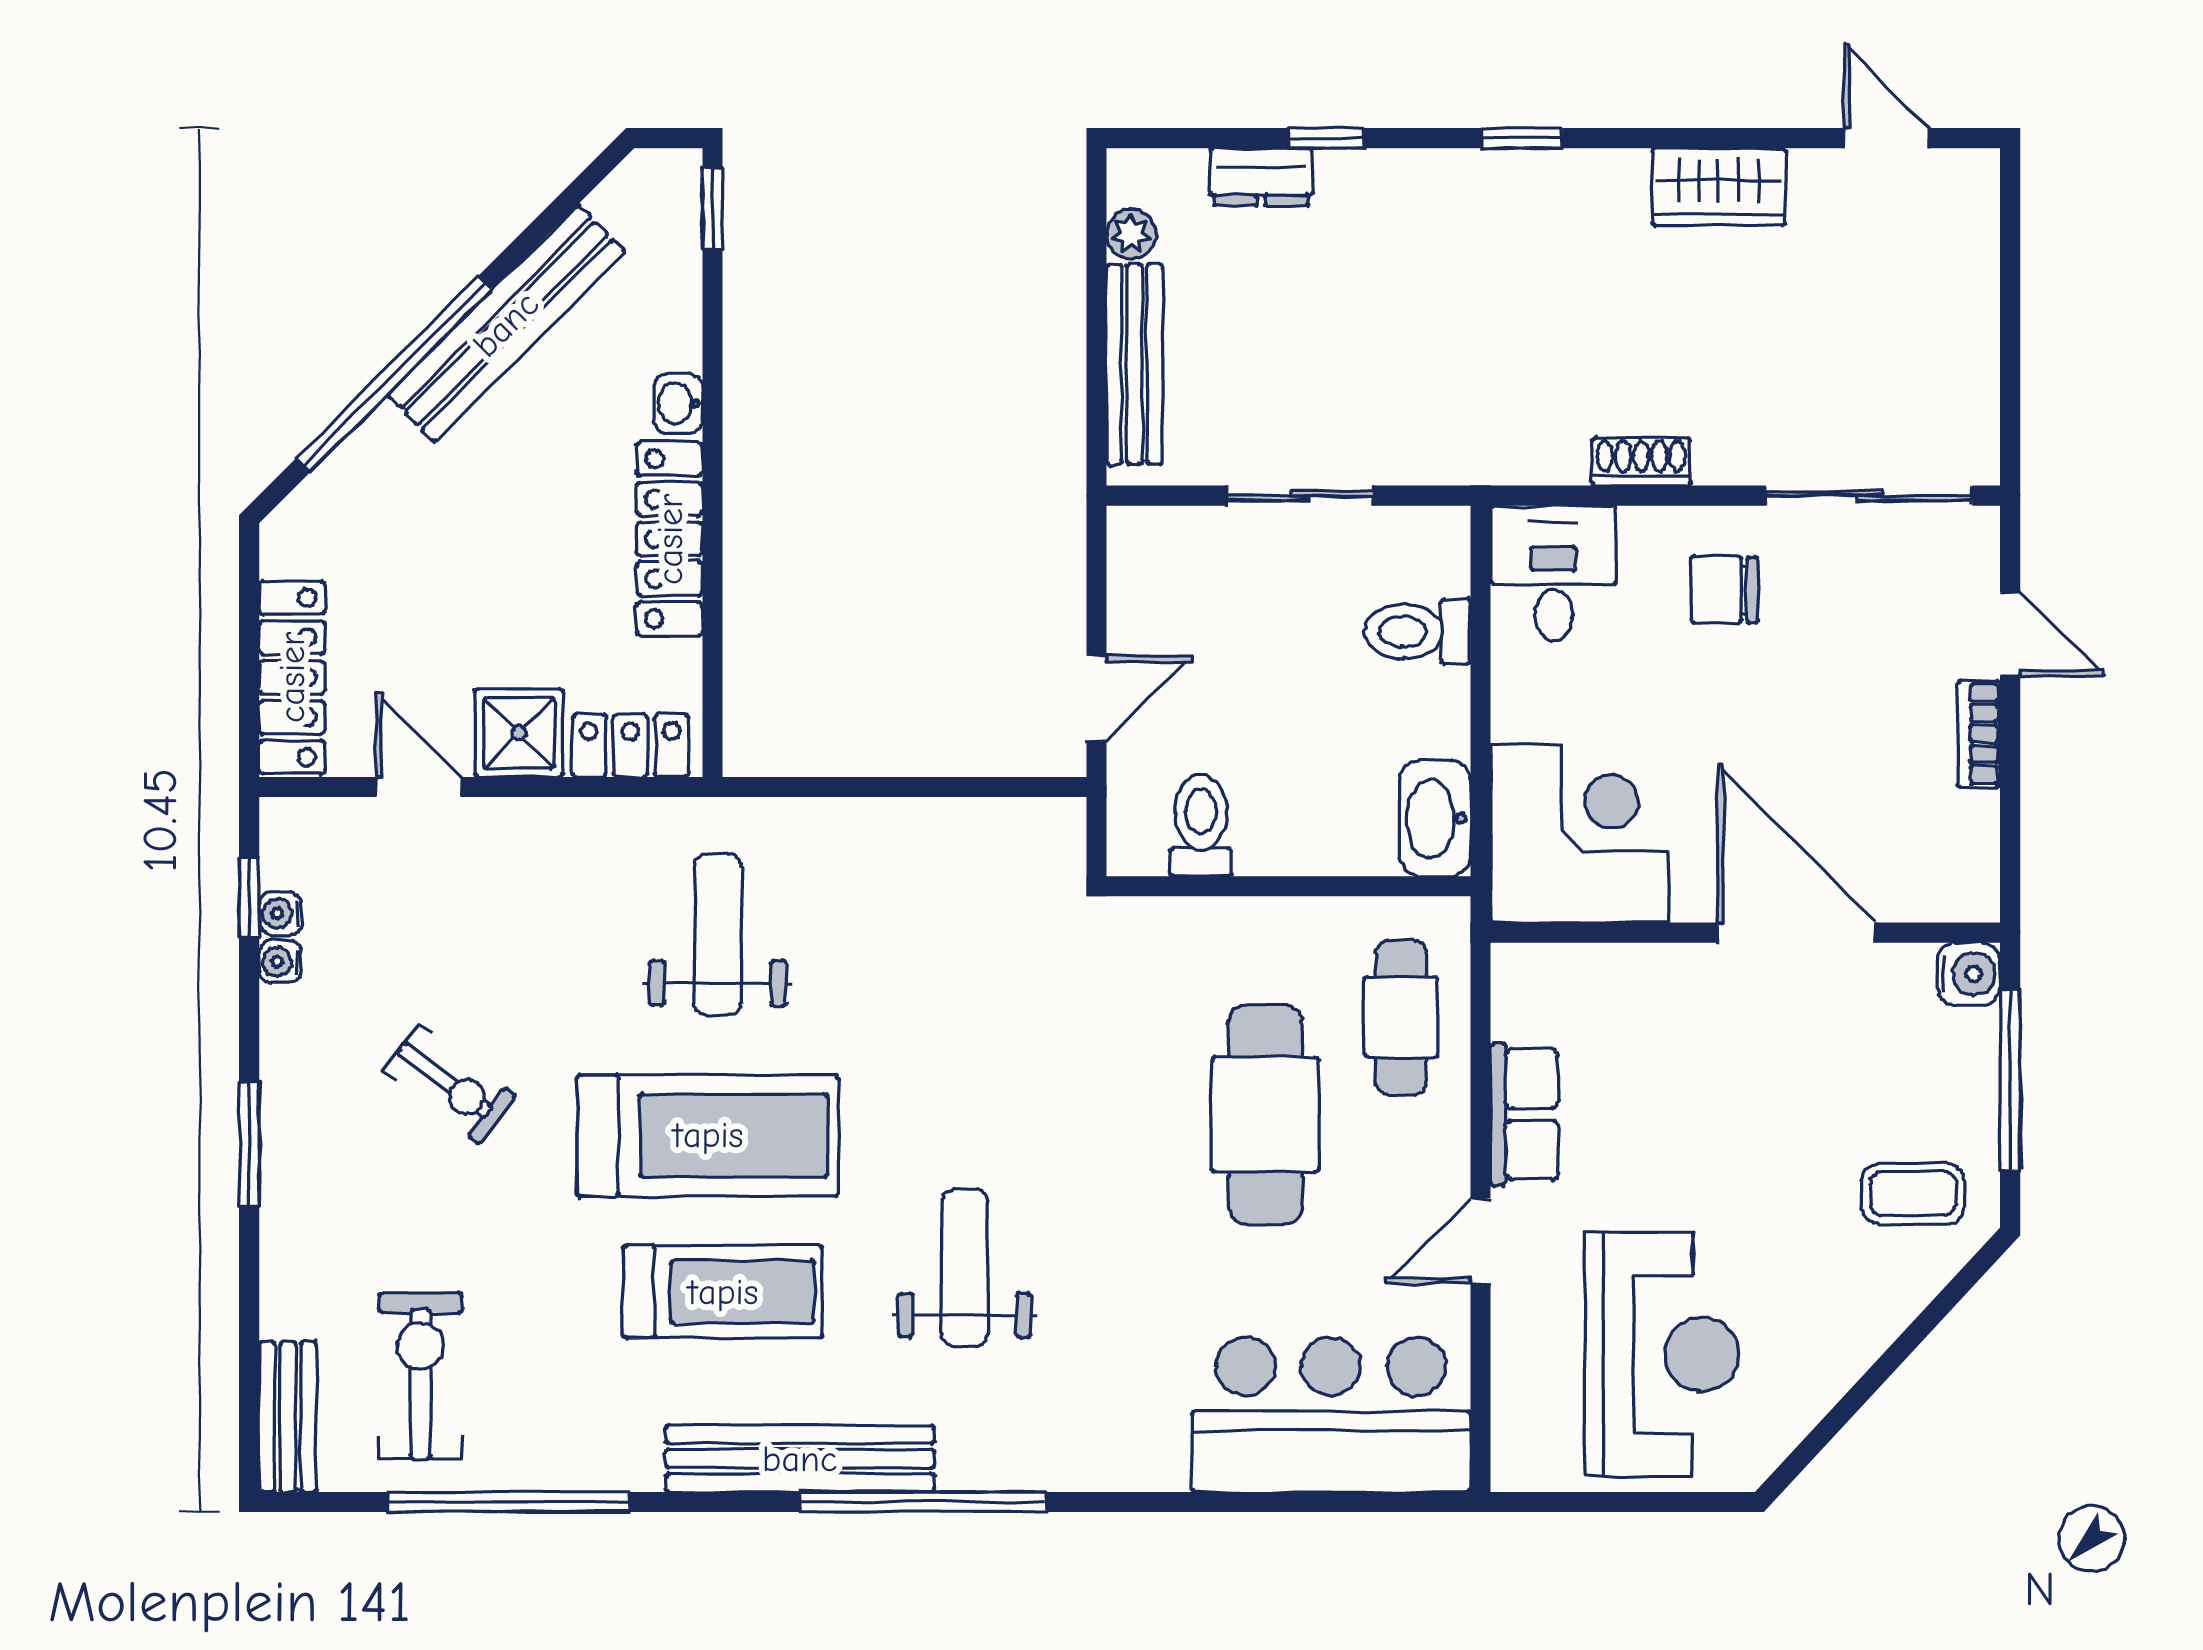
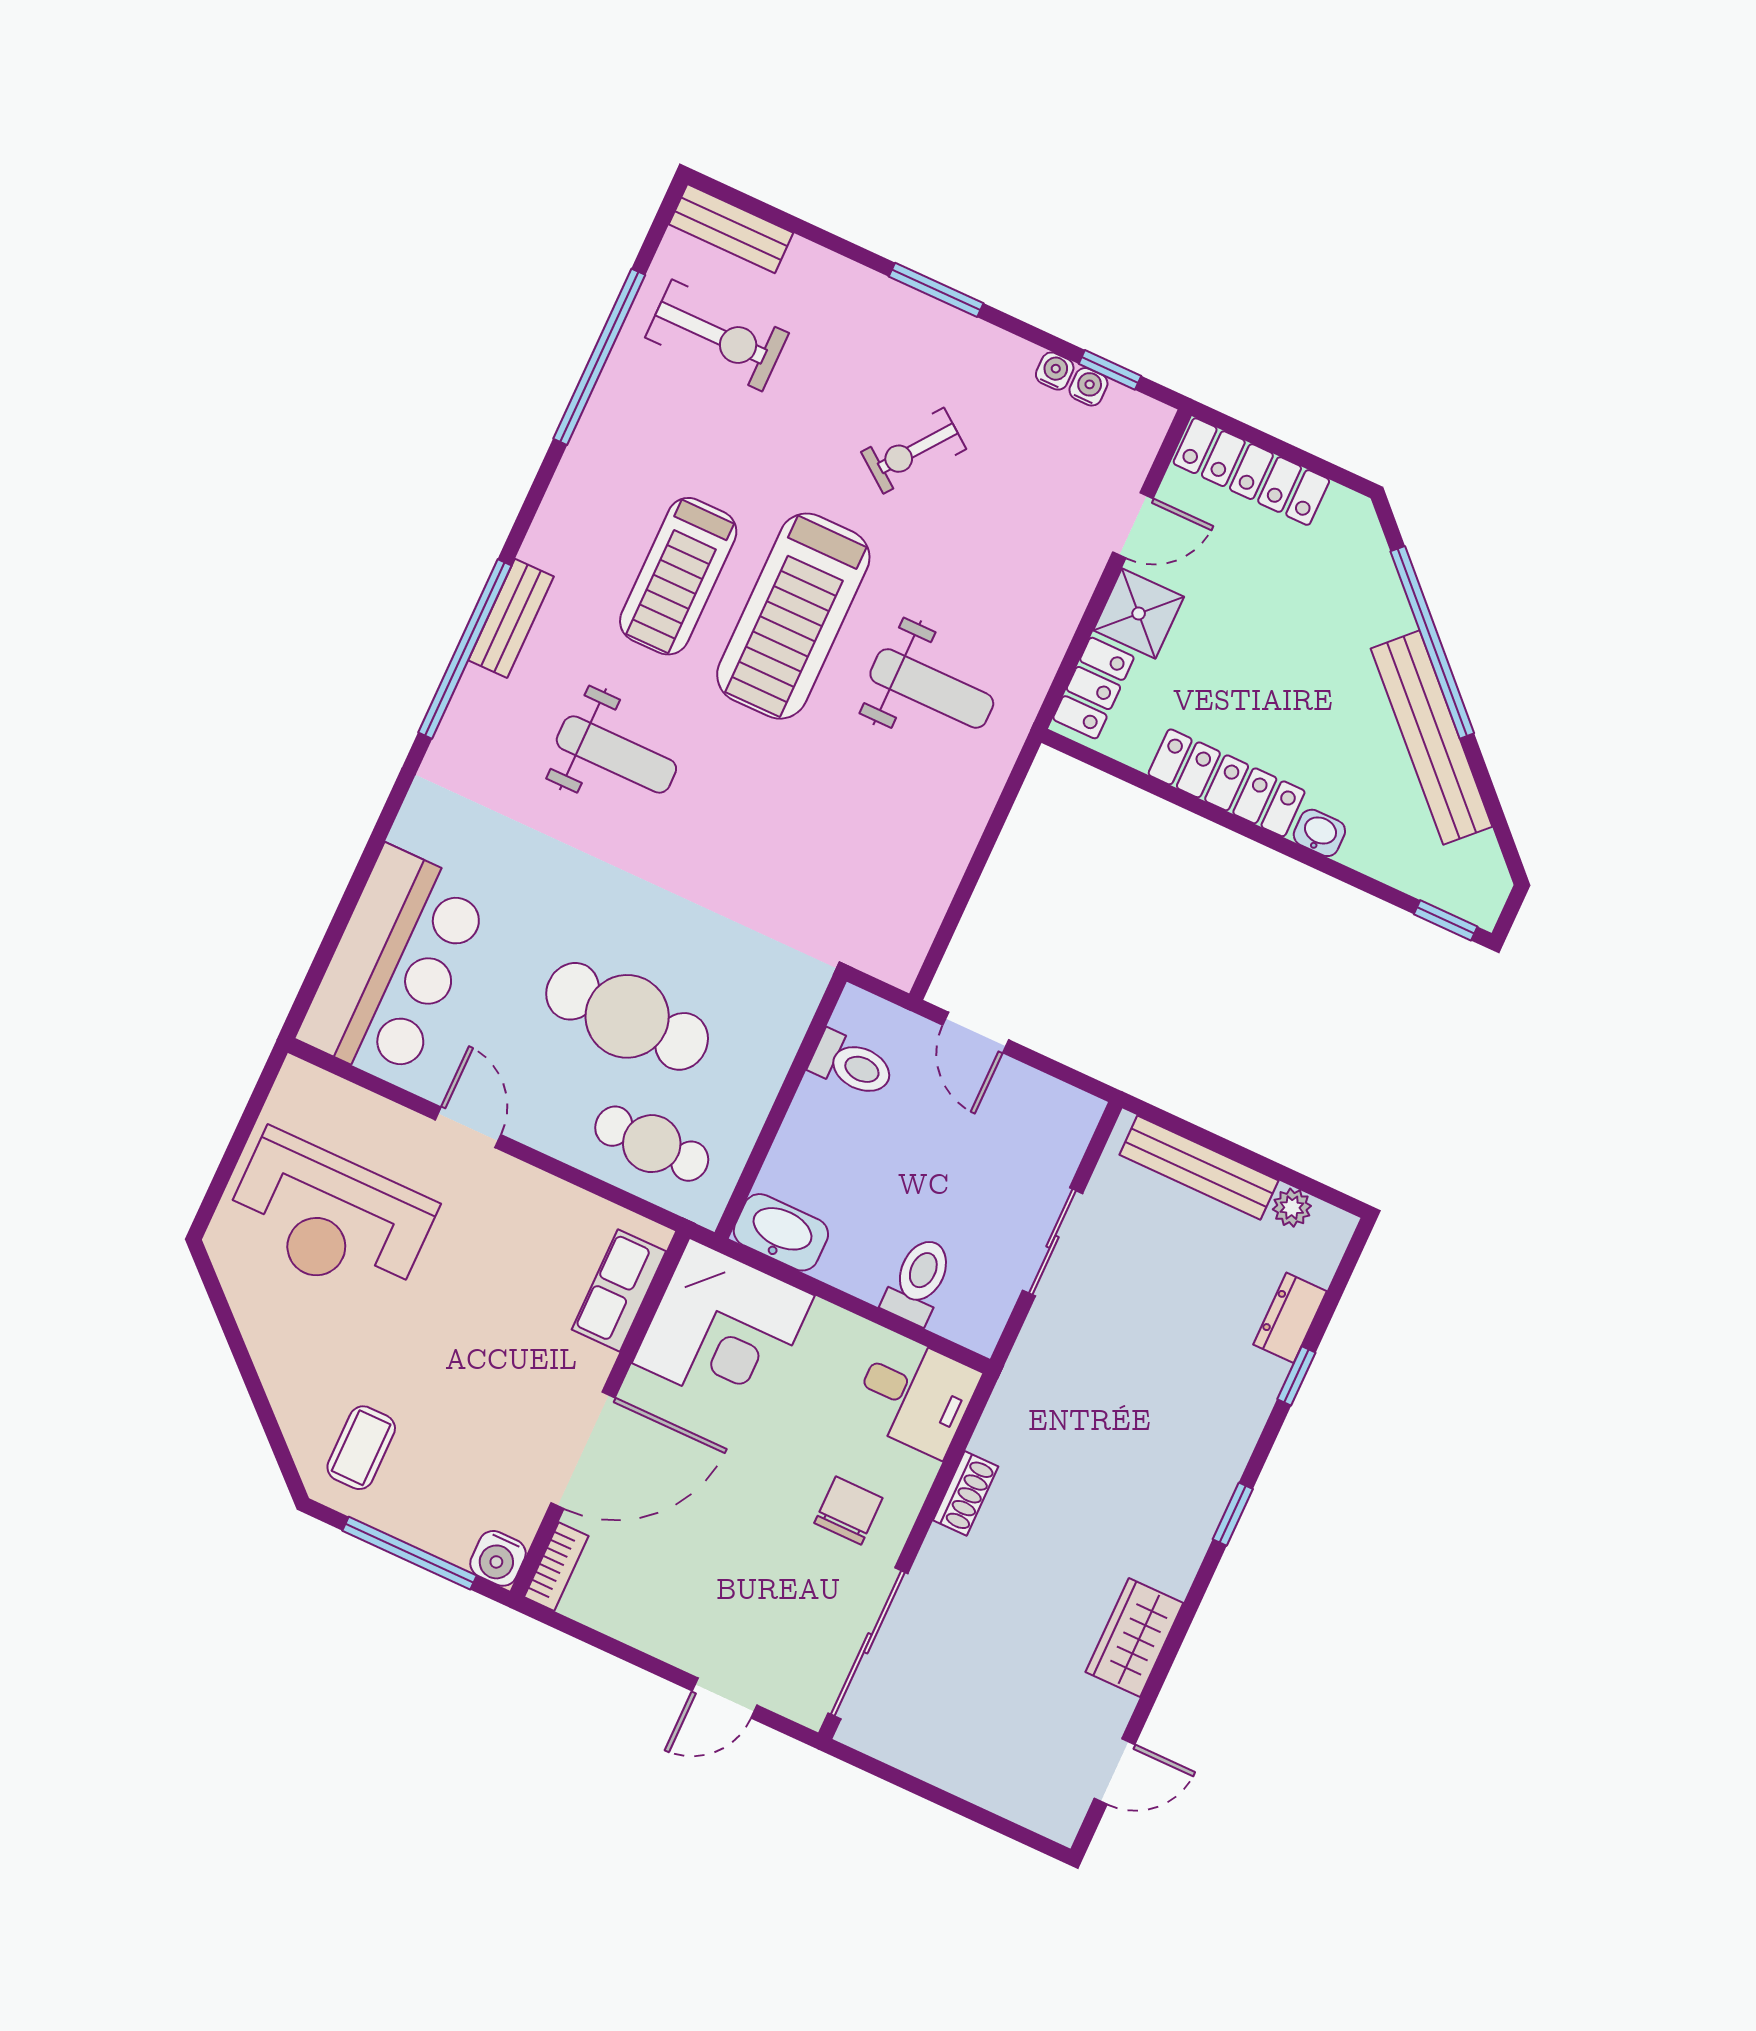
bookcase: (1979, 734) -> (556, 1567), moved, turned 90
row of seats: (1525, 1114) -> (619, 1290), moved, turned 90
bench: (800, 1459) -> (511, 618), width x0.54, depth x0.82

